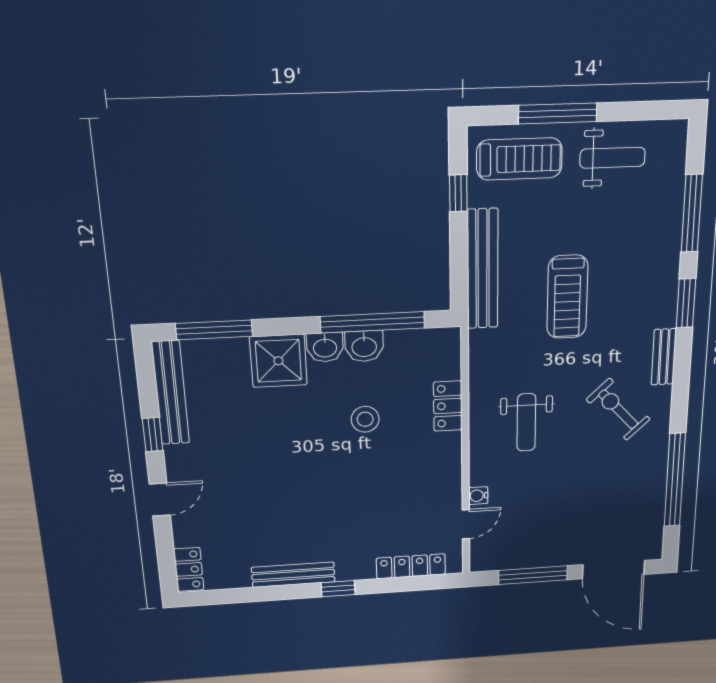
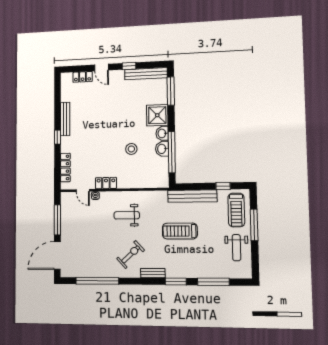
locker: (448, 406) -> (106, 183), moved
locker: (189, 569) -> (83, 77), moved

